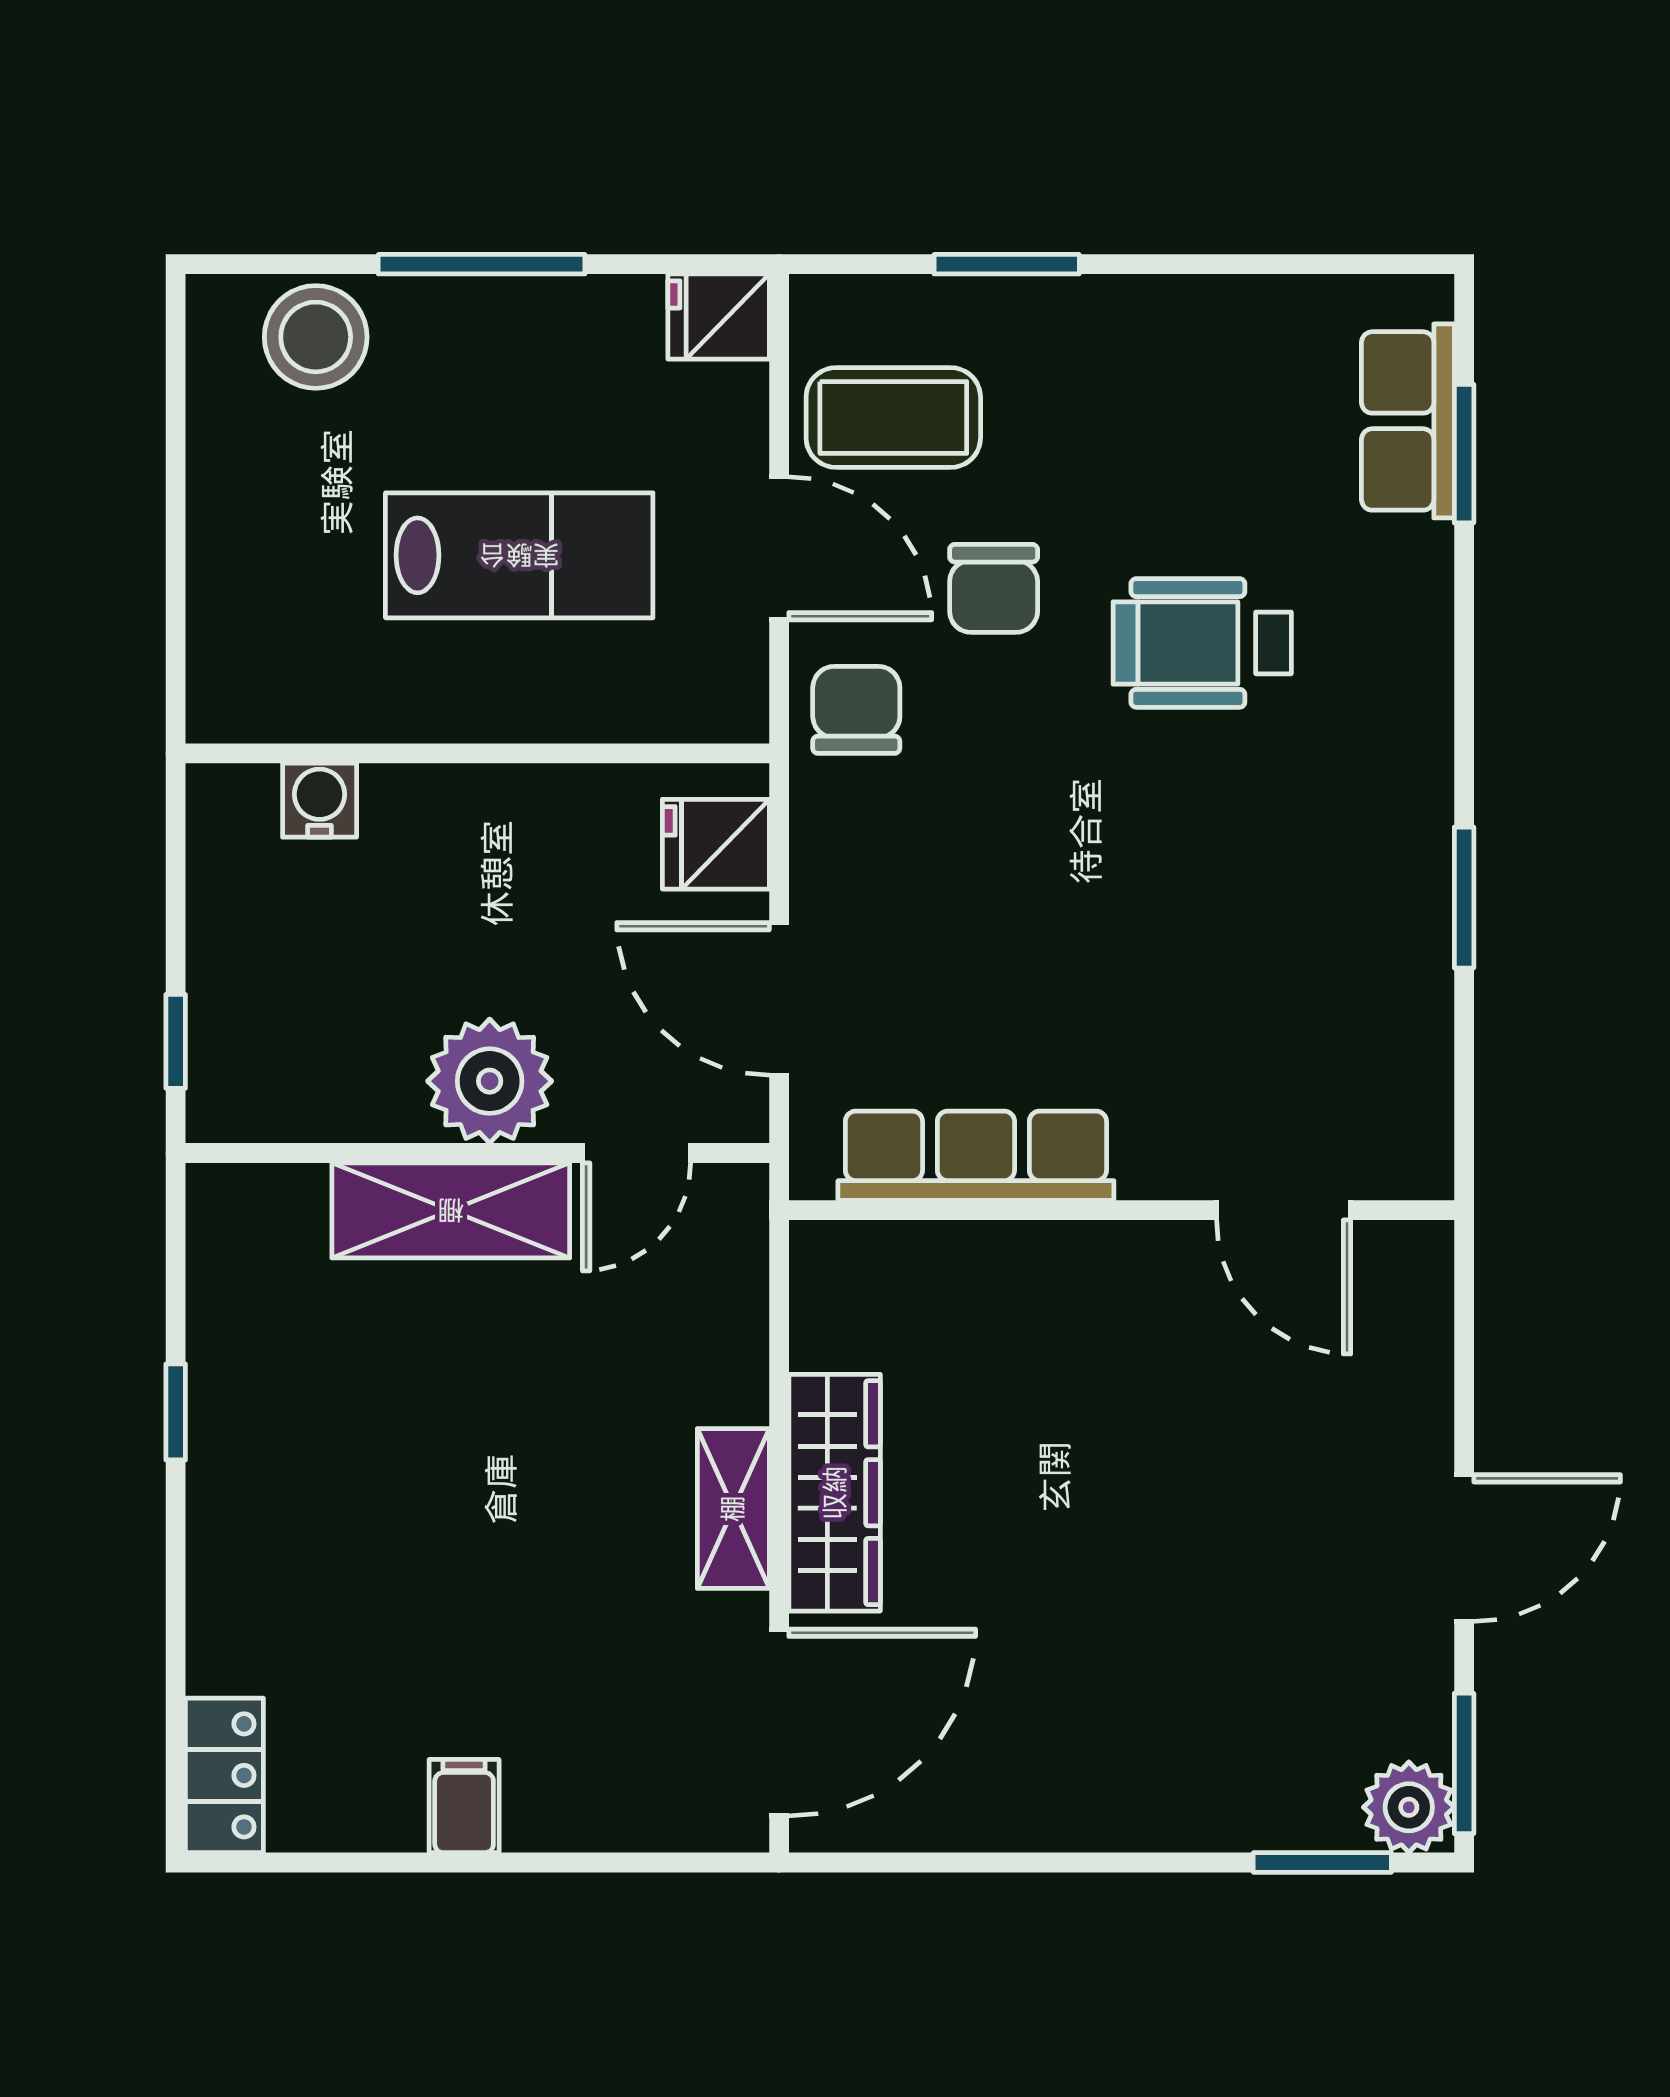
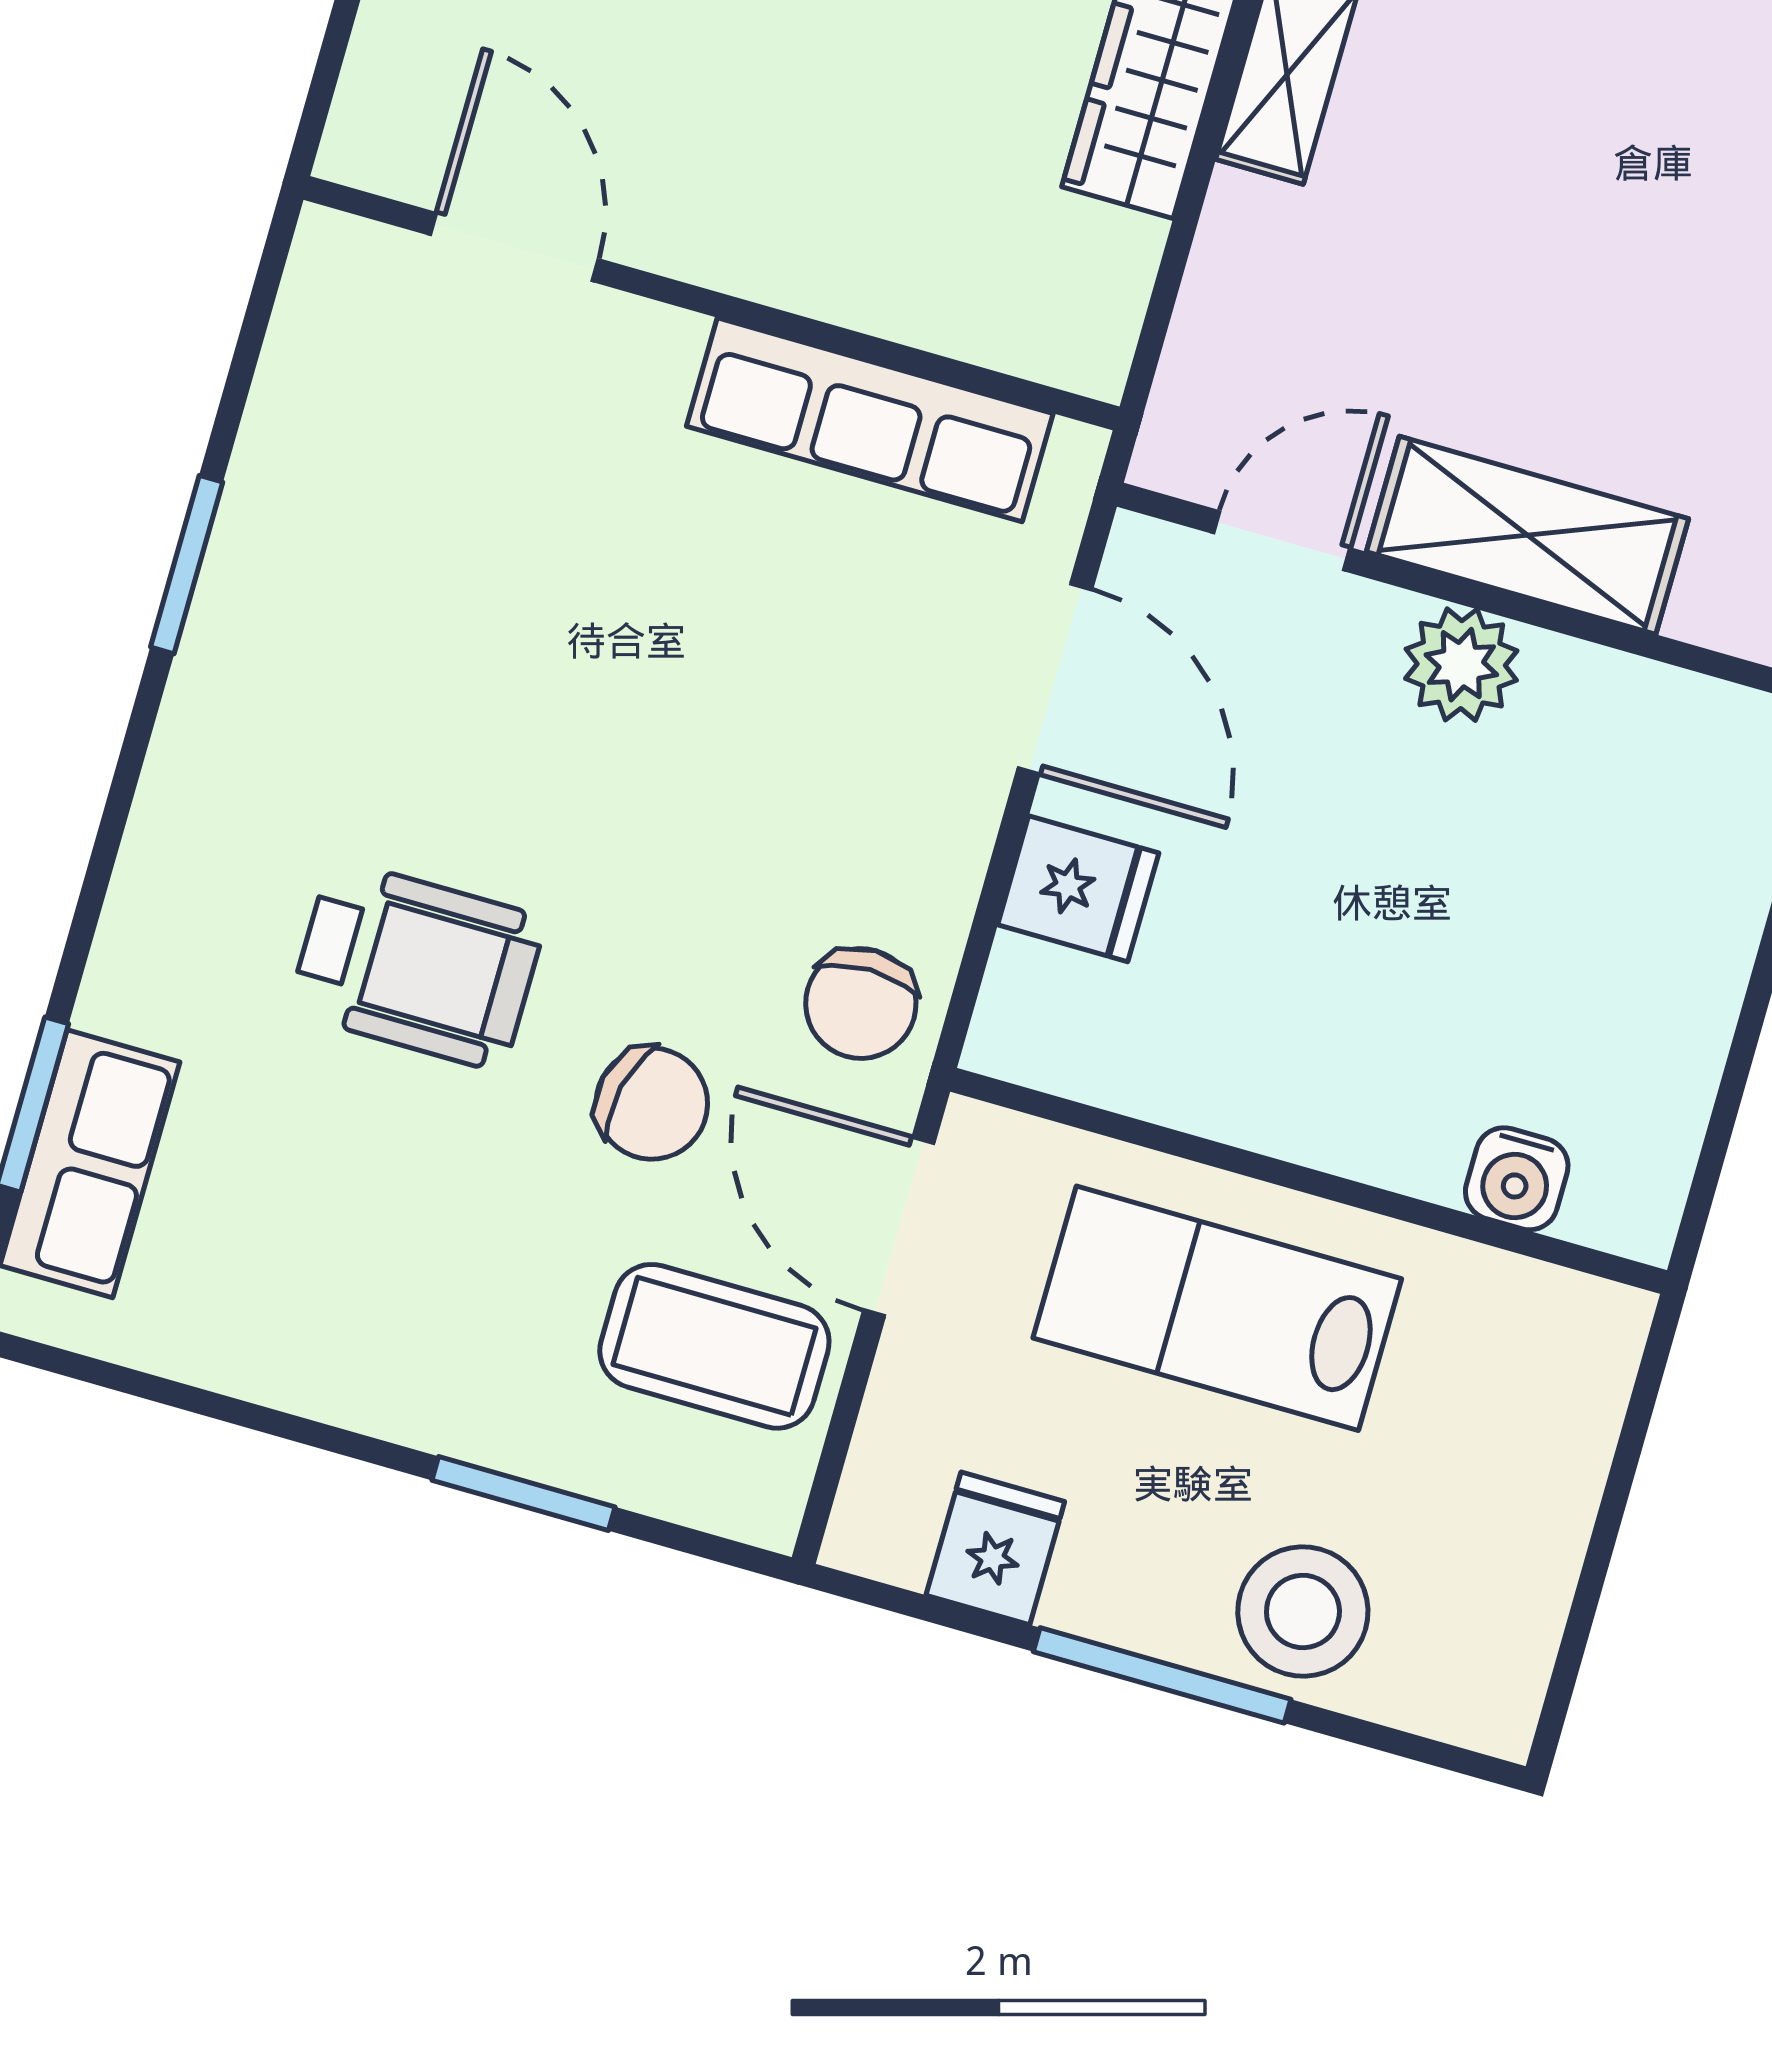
fridge: (719, 317) -> (995, 1548), moved, turned -90
stool: (316, 337) -> (1303, 1612), moved
chair: (994, 588) -> (652, 1104), turned 103
wall: (477, 753) -> (1309, 1181), moved
water cooler: (320, 800) -> (1517, 1179), moved
plant: (490, 1081) -> (1461, 665), width x0.73, depth x0.73

